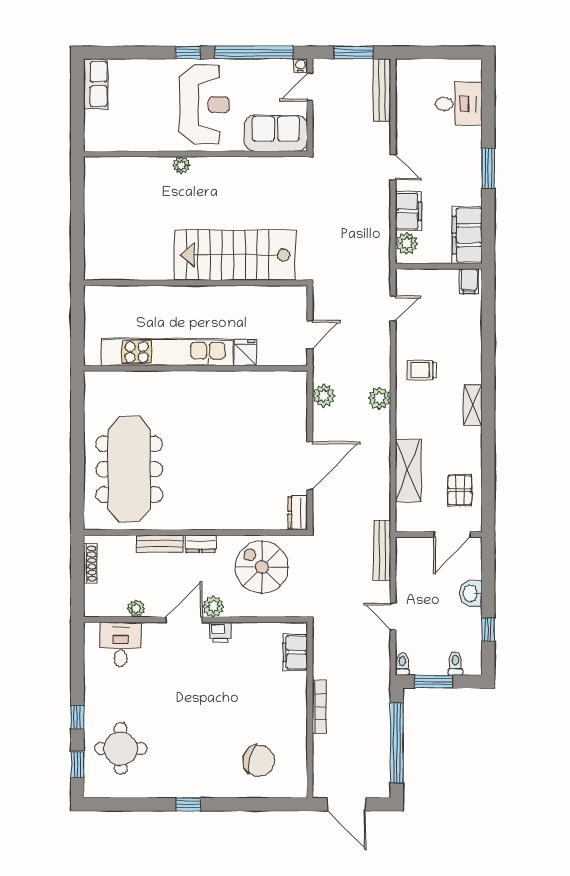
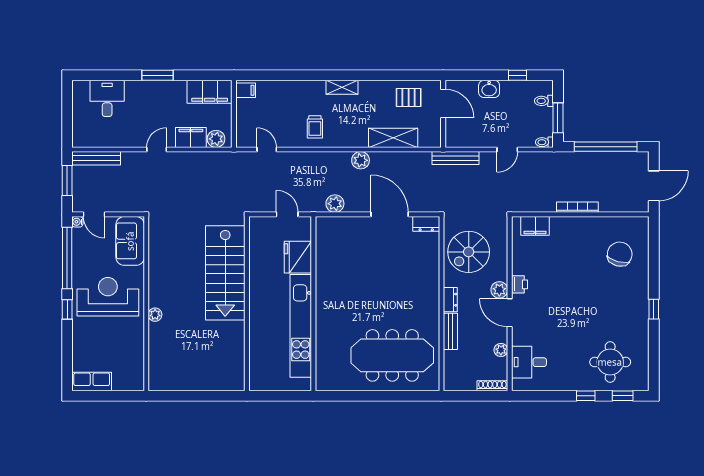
fridge: (246, 353) -> (298, 257), width x1.88, depth x1.34
plant: (379, 398) -> (361, 160), moved
shoe rack: (90, 564) -> (492, 386), moved

